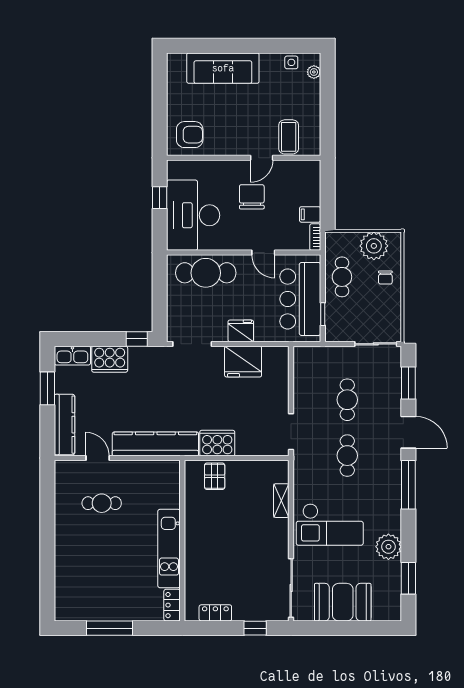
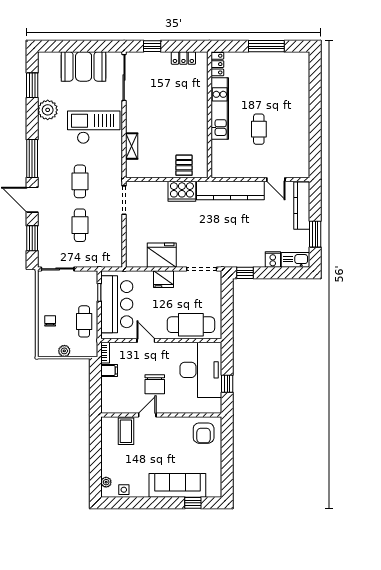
window: (203, 46) -> (193, 503), added
armchair: (190, 135) -> (204, 433), turned -90
plant: (374, 246) -> (64, 351), width x0.53, depth x0.53
cooker: (110, 359) -> (273, 259), width x0.53, depth x0.76
cafe table: (102, 503) -> (259, 129), moved, turned 90

